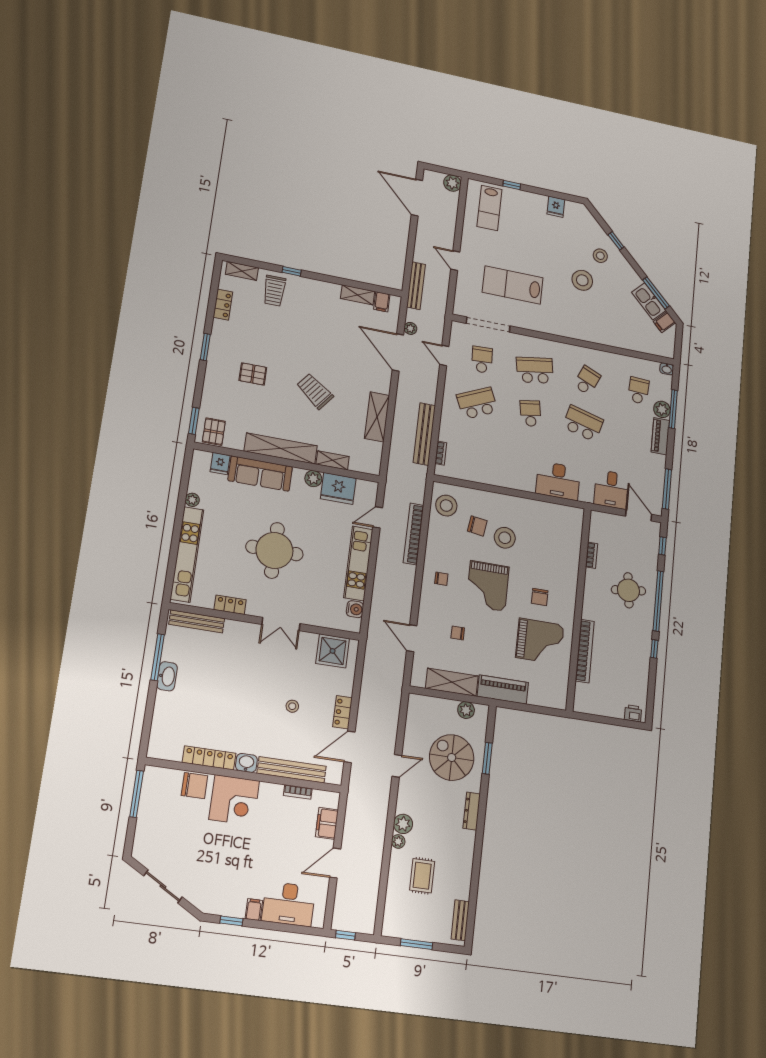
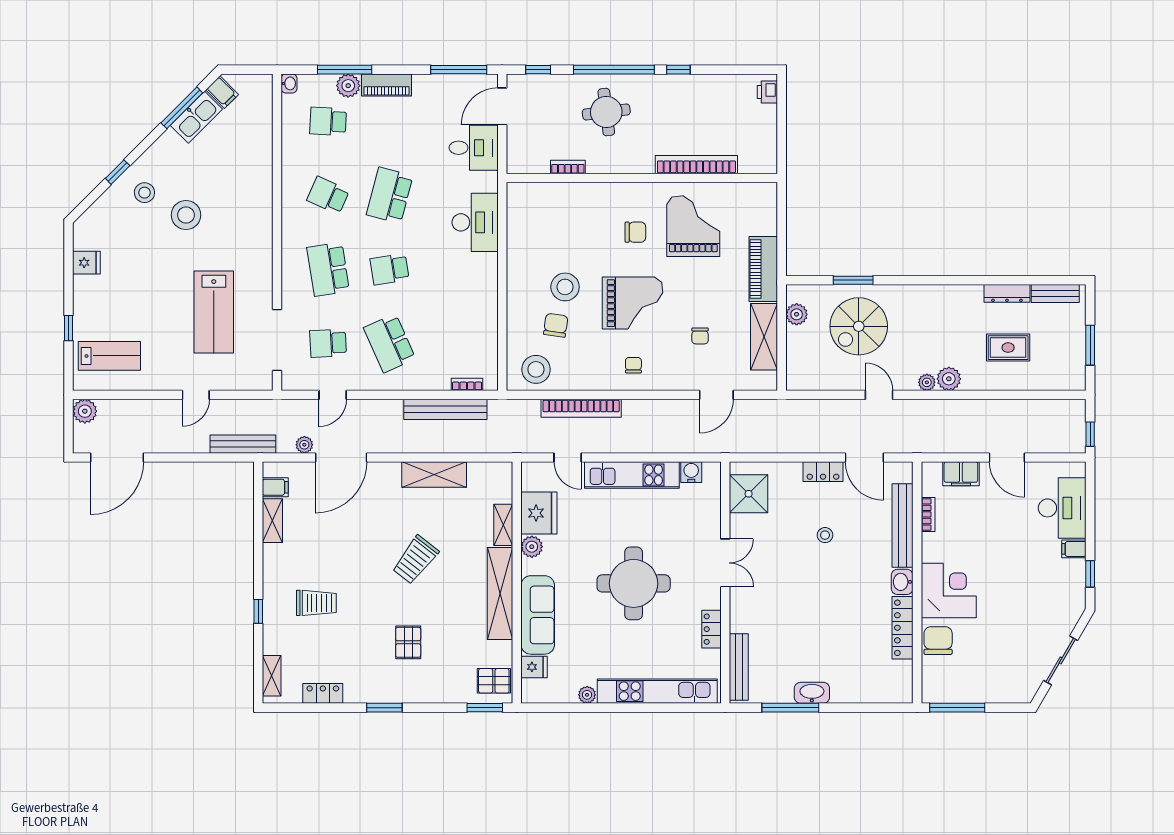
trolley: (274, 291) -> (316, 603), moved
dresser: (472, 811) -> (1007, 293), moved
plant: (398, 841) -> (927, 382), moved

